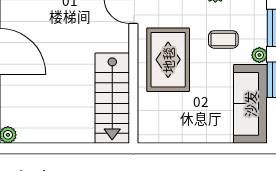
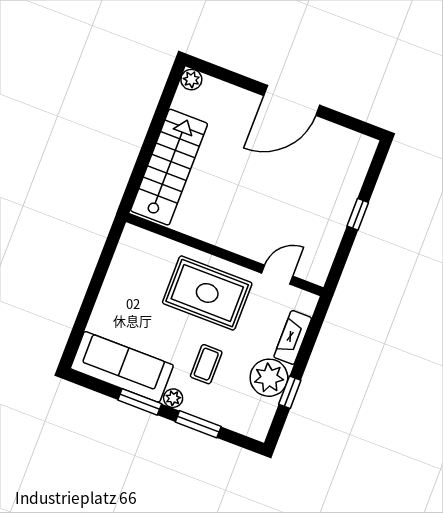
stairs: (112, 98) -> (169, 167), moved, turned 90

